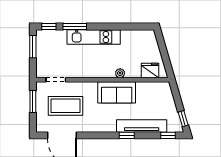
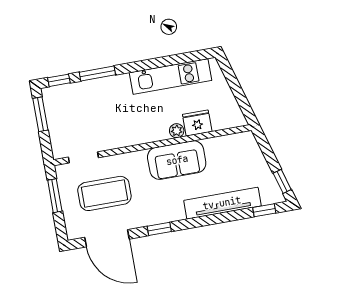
kitchen unit: (94, 37) -> (171, 77), moved
fridge: (150, 70) -> (197, 123), moved
window: (127, 135) -> (159, 229), moved

